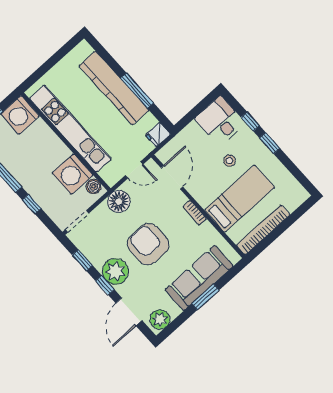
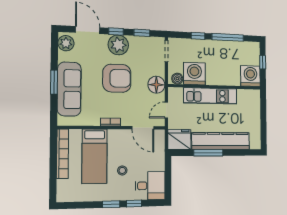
kitchen unit: (70, 129) -> (210, 96), width x0.73
fridge: (158, 135) -> (179, 140), width x1.88, depth x1.34

